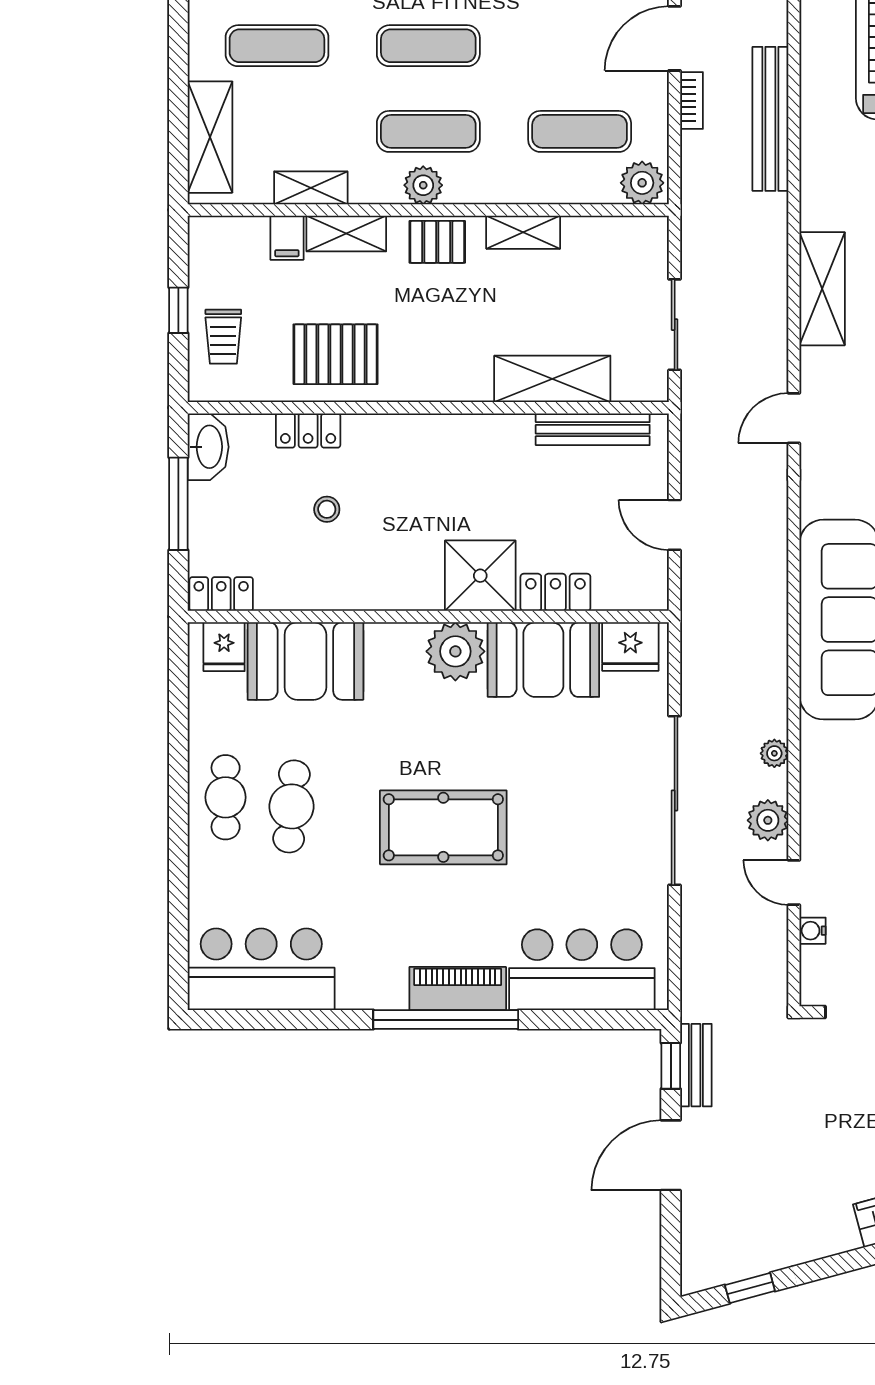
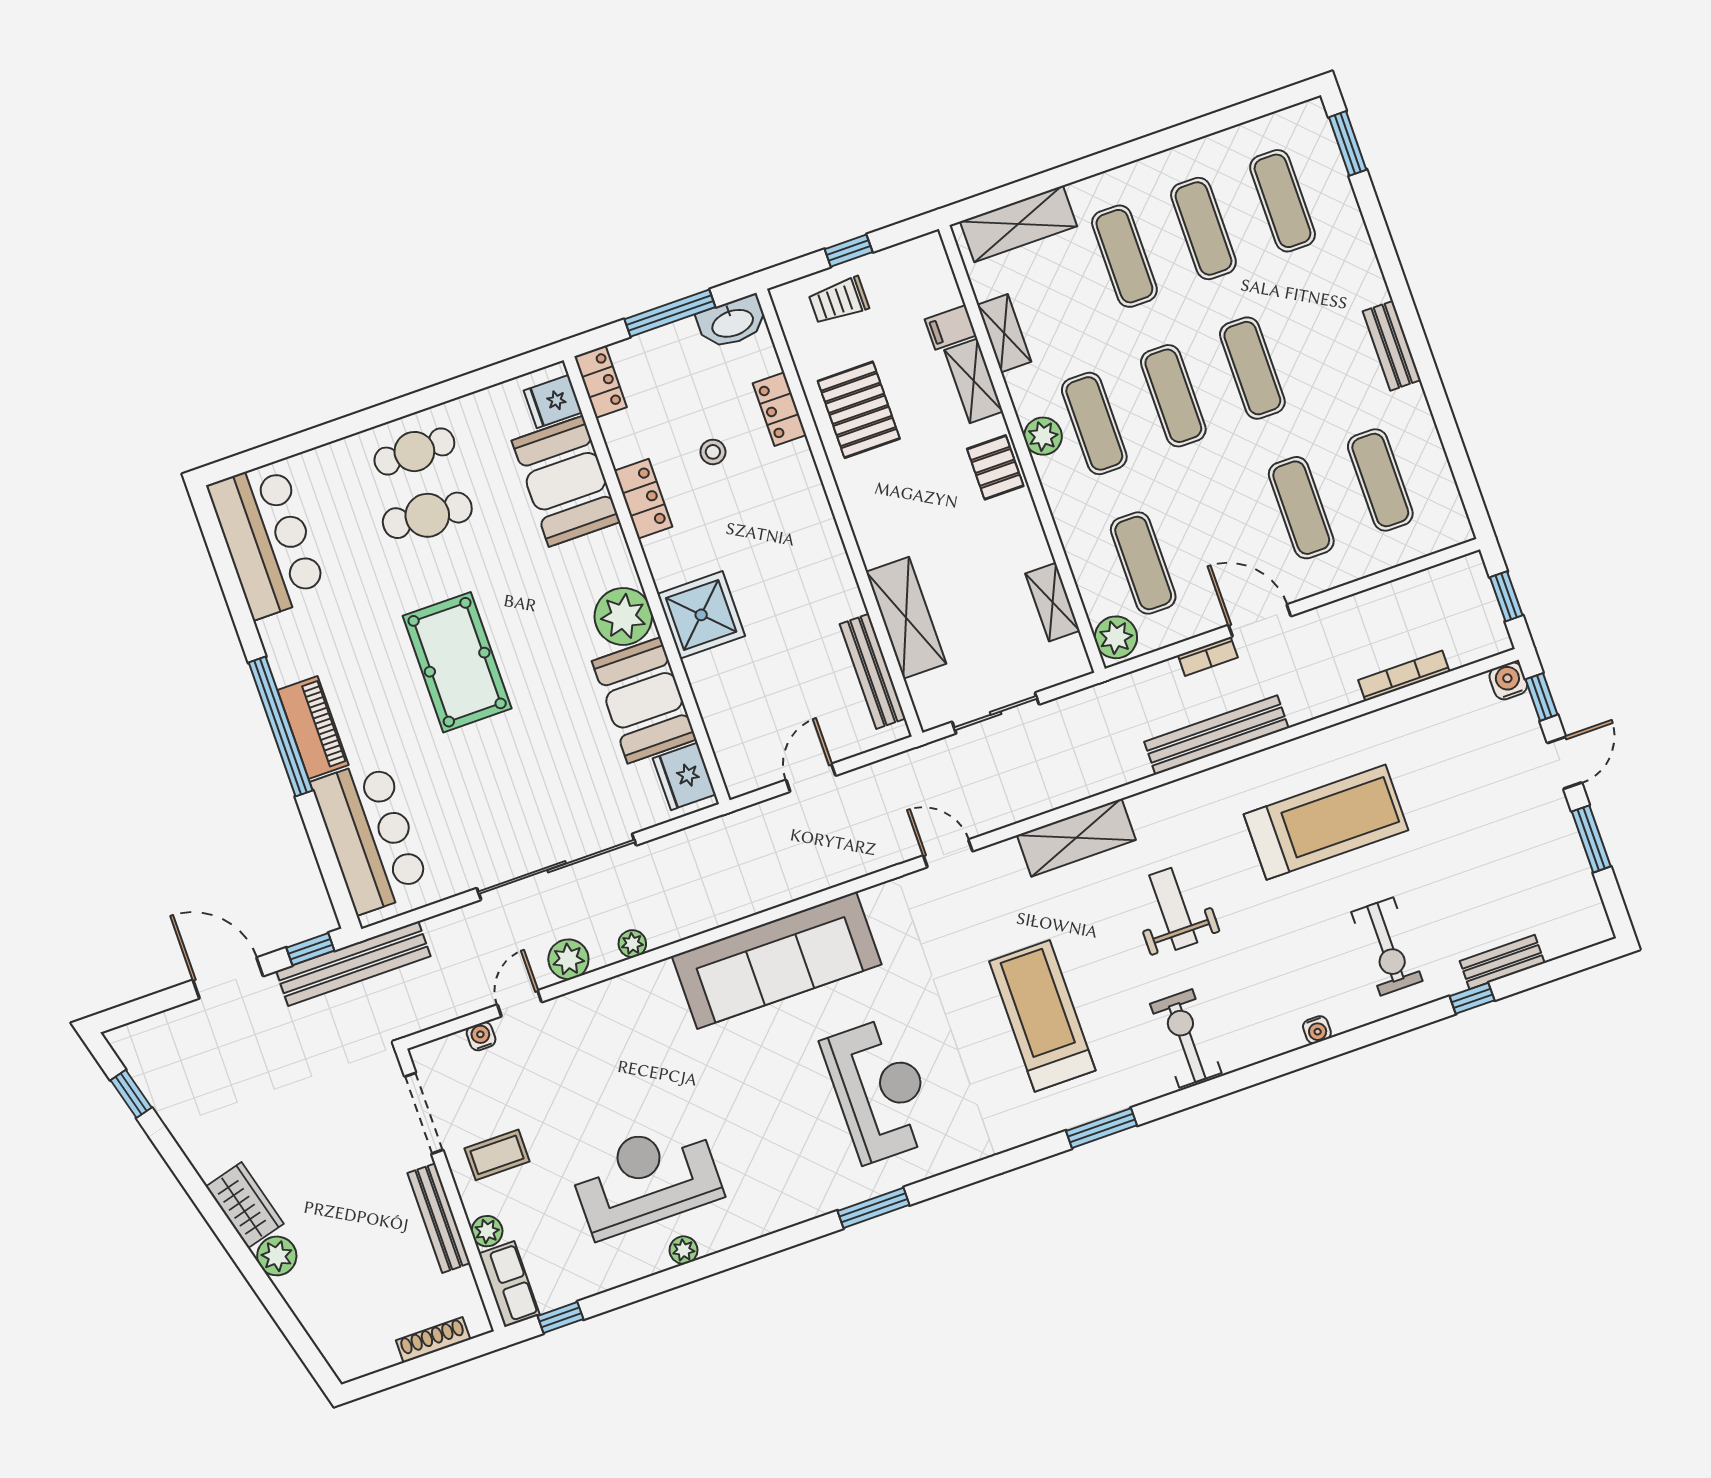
shelving: (523, 232) -> (1052, 602), moved
locker: (555, 592) -> (643, 499), moved
bench: (696, 1065) -> (353, 964), width x1.86, depth x1.21

